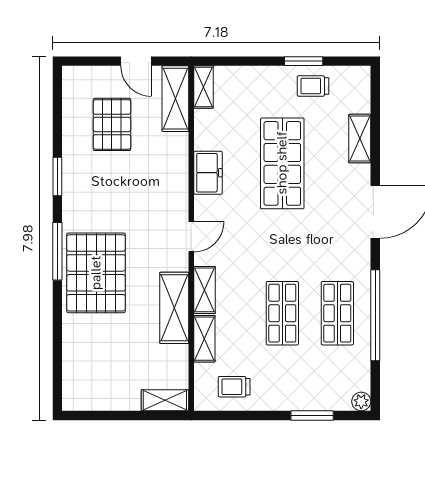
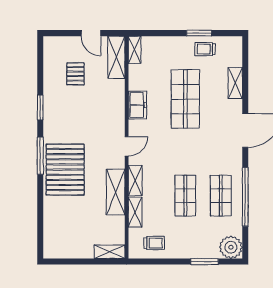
pallet: (112, 124) -> (75, 74), width x0.67, depth x0.71
trolley: (234, 387) -> (154, 243), turned 180
plant: (361, 401) -> (231, 247), width x1.87, depth x1.87

